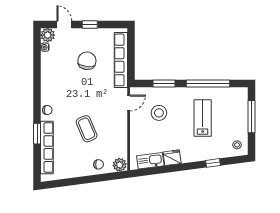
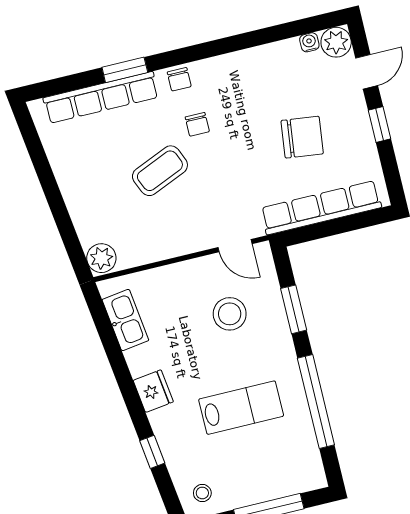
fridge: (172, 158) -> (153, 391), moved
chair: (99, 164) -> (197, 124), moved

